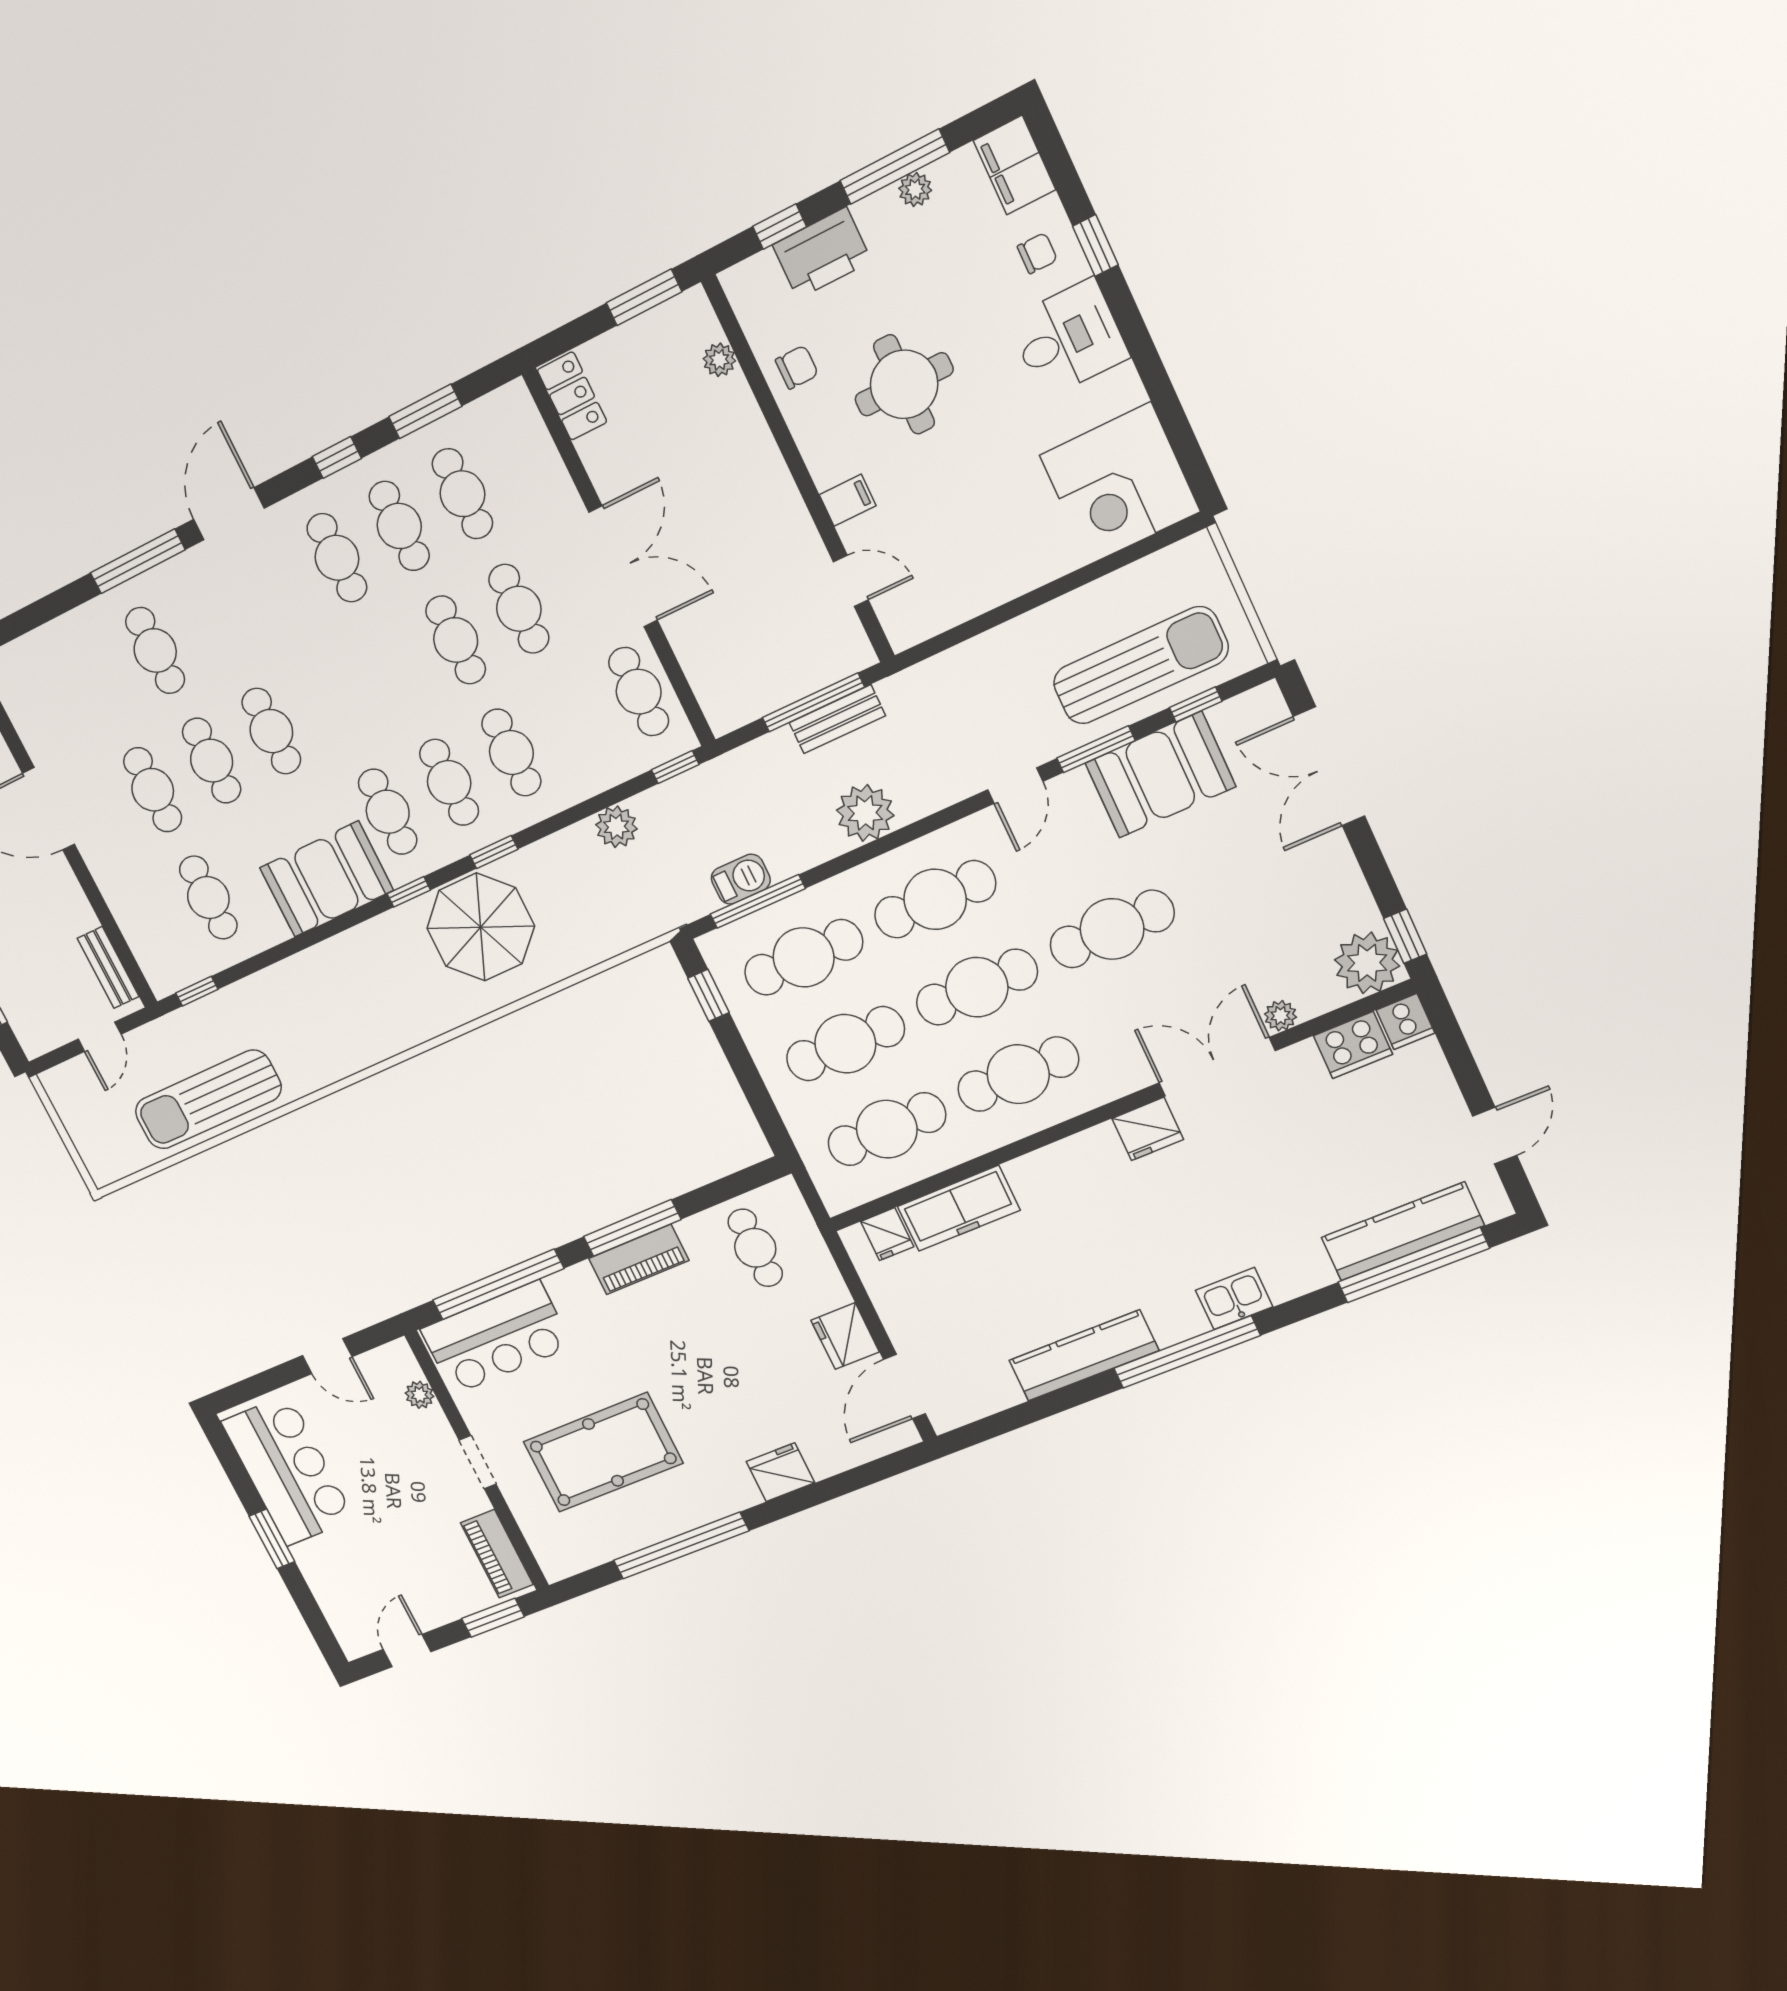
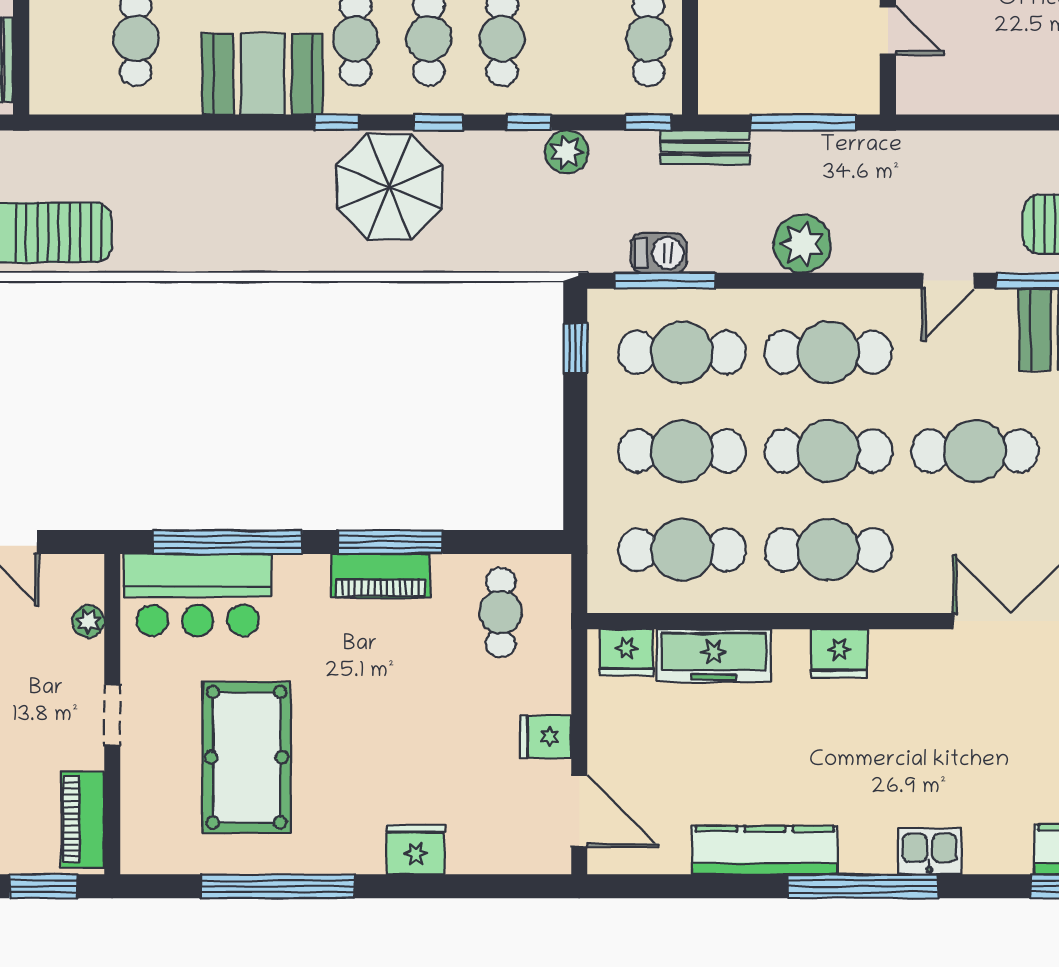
bench: (837, 719) -> (705, 148), moved
window: (197, 991) -> (529, 122), moved
fridge: (1148, 1129) -> (839, 653), moved
fridge: (887, 1234) -> (627, 652), width x1.38
fridge: (845, 1336) -> (546, 737), width x0.72
door: (905, 1387) -> (579, 811), swing flipped
pool table: (603, 1452) -> (247, 757), turned 90

